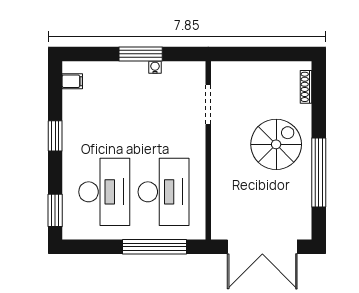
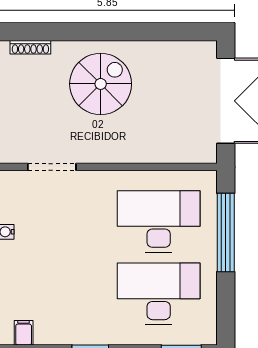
spiral stairs: (276, 144) -> (101, 84), turned 90
window: (319, 172) -> (135, 32), removed

